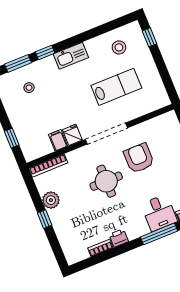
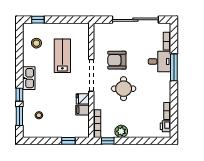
window: (45, 219) -> (108, 141), moved
printer: (119, 238) -> (166, 126), moved

